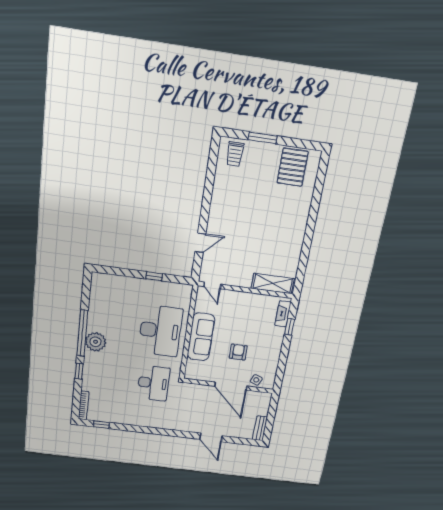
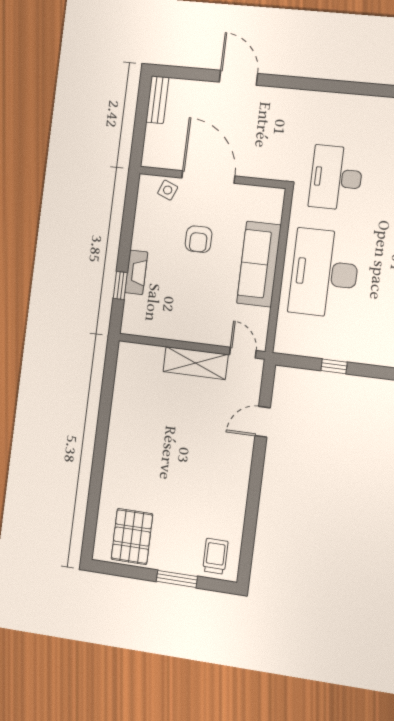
shelving: (273, 284) -> (196, 363), moved
fireplace: (283, 314) -> (136, 272), moved

